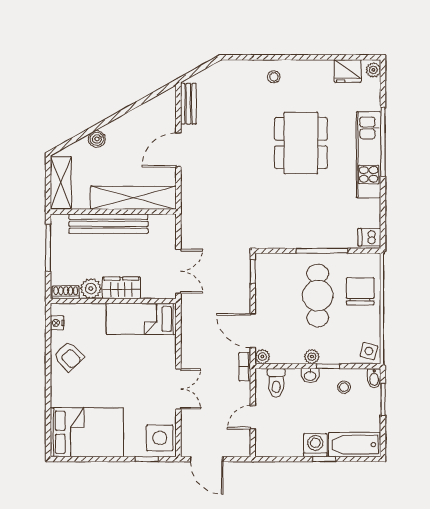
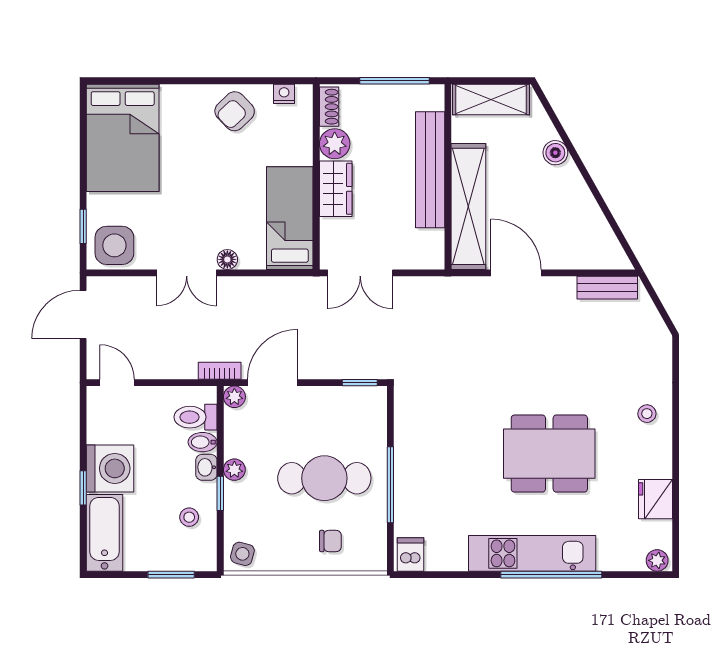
fridge: (348, 71) -> (655, 499), moved
door: (178, 150) -> (516, 273), moved
chair: (360, 291) -> (330, 541), width x0.54, depth x0.54
floor lamp: (169, 361) -> (227, 259), added
bidet: (374, 378) -> (203, 442), moved
door: (253, 417) -> (117, 383), moved
washing machine: (315, 445) -> (110, 468), width x1.37, depth x1.37

